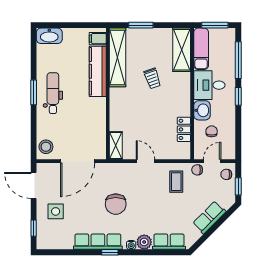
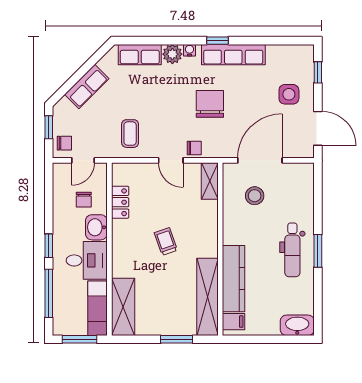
trolley: (152, 78) -> (166, 241), moved
stool: (46, 147) -> (255, 196), moved
chair: (197, 170) -> (194, 148), moved

